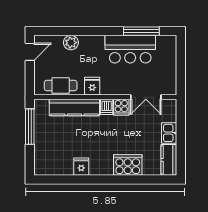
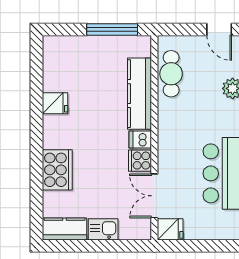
fridge: (92, 86) -> (170, 229), moved

